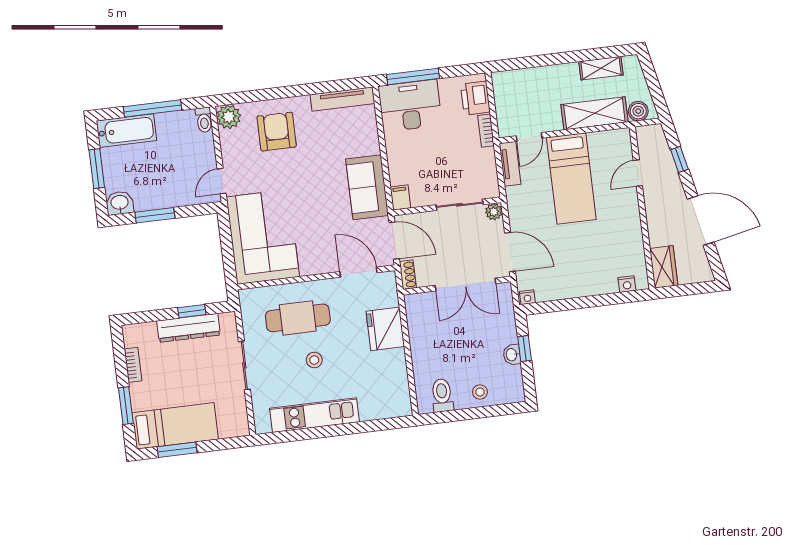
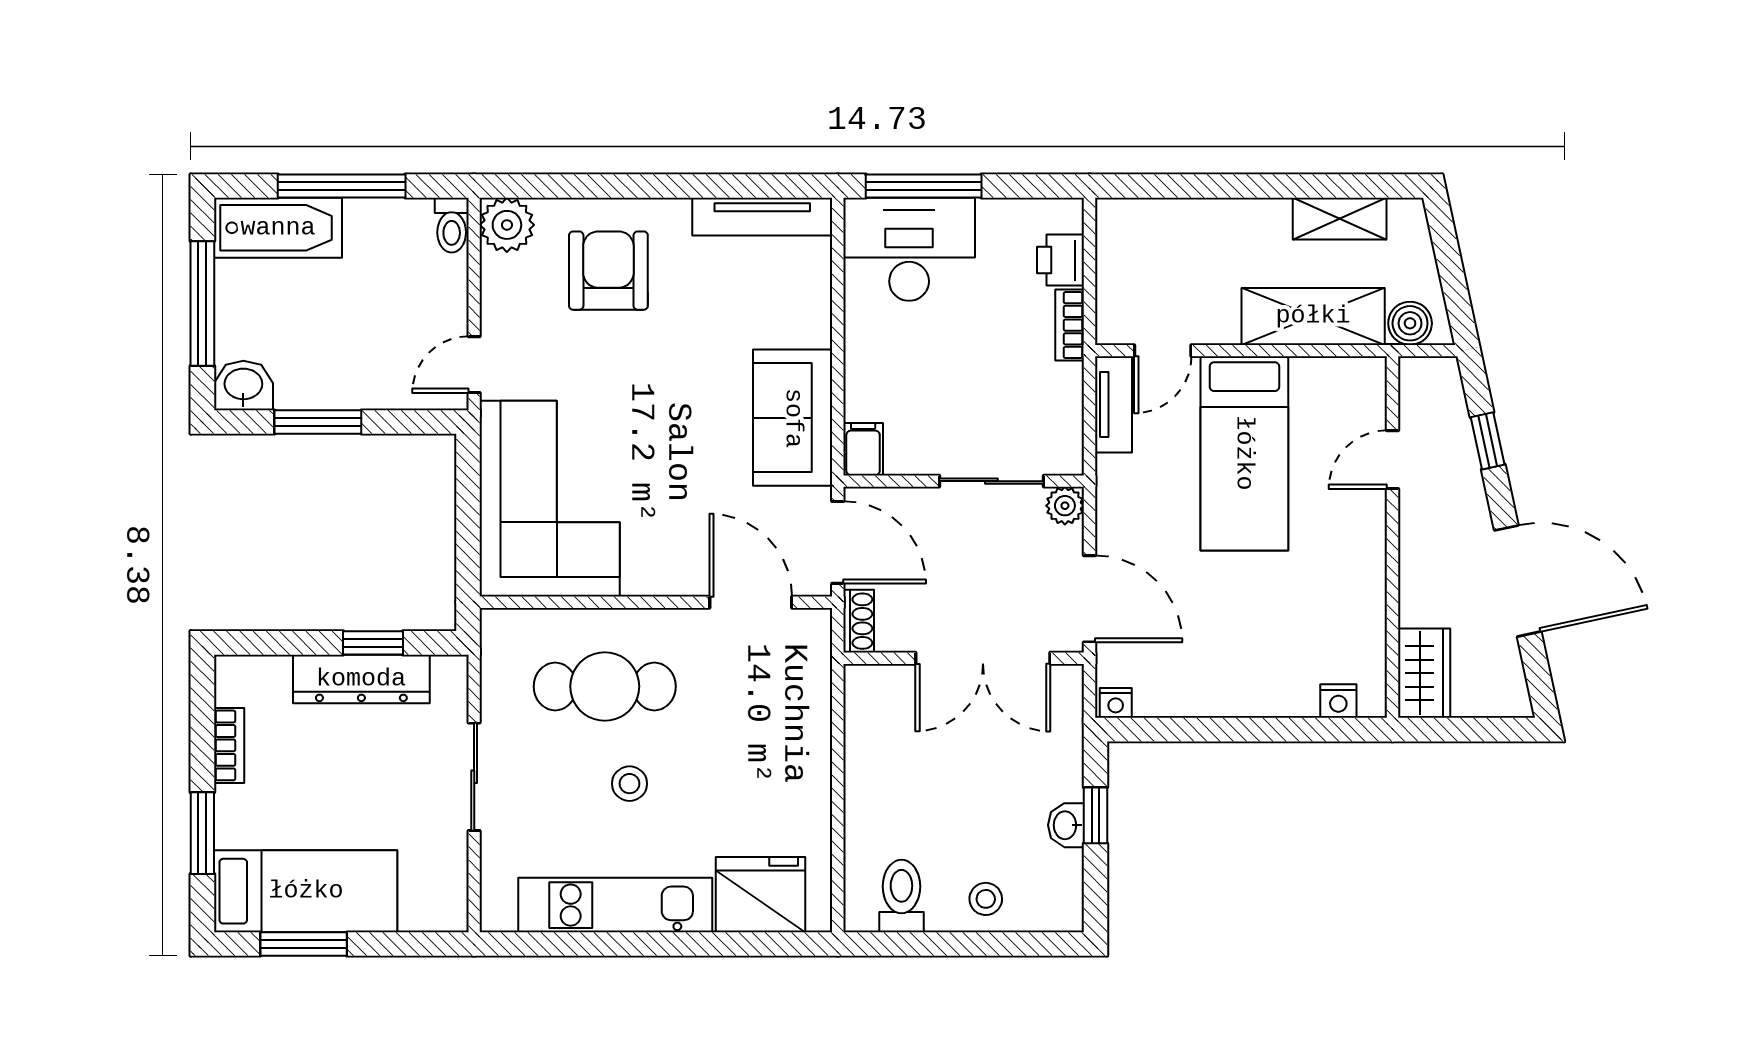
printer: (475, 98) -> (1061, 260), width x0.73, depth x0.81
window: (97, 169) -> (202, 303), width x1.44
fridge: (385, 329) -> (761, 895), moved, turned 90

